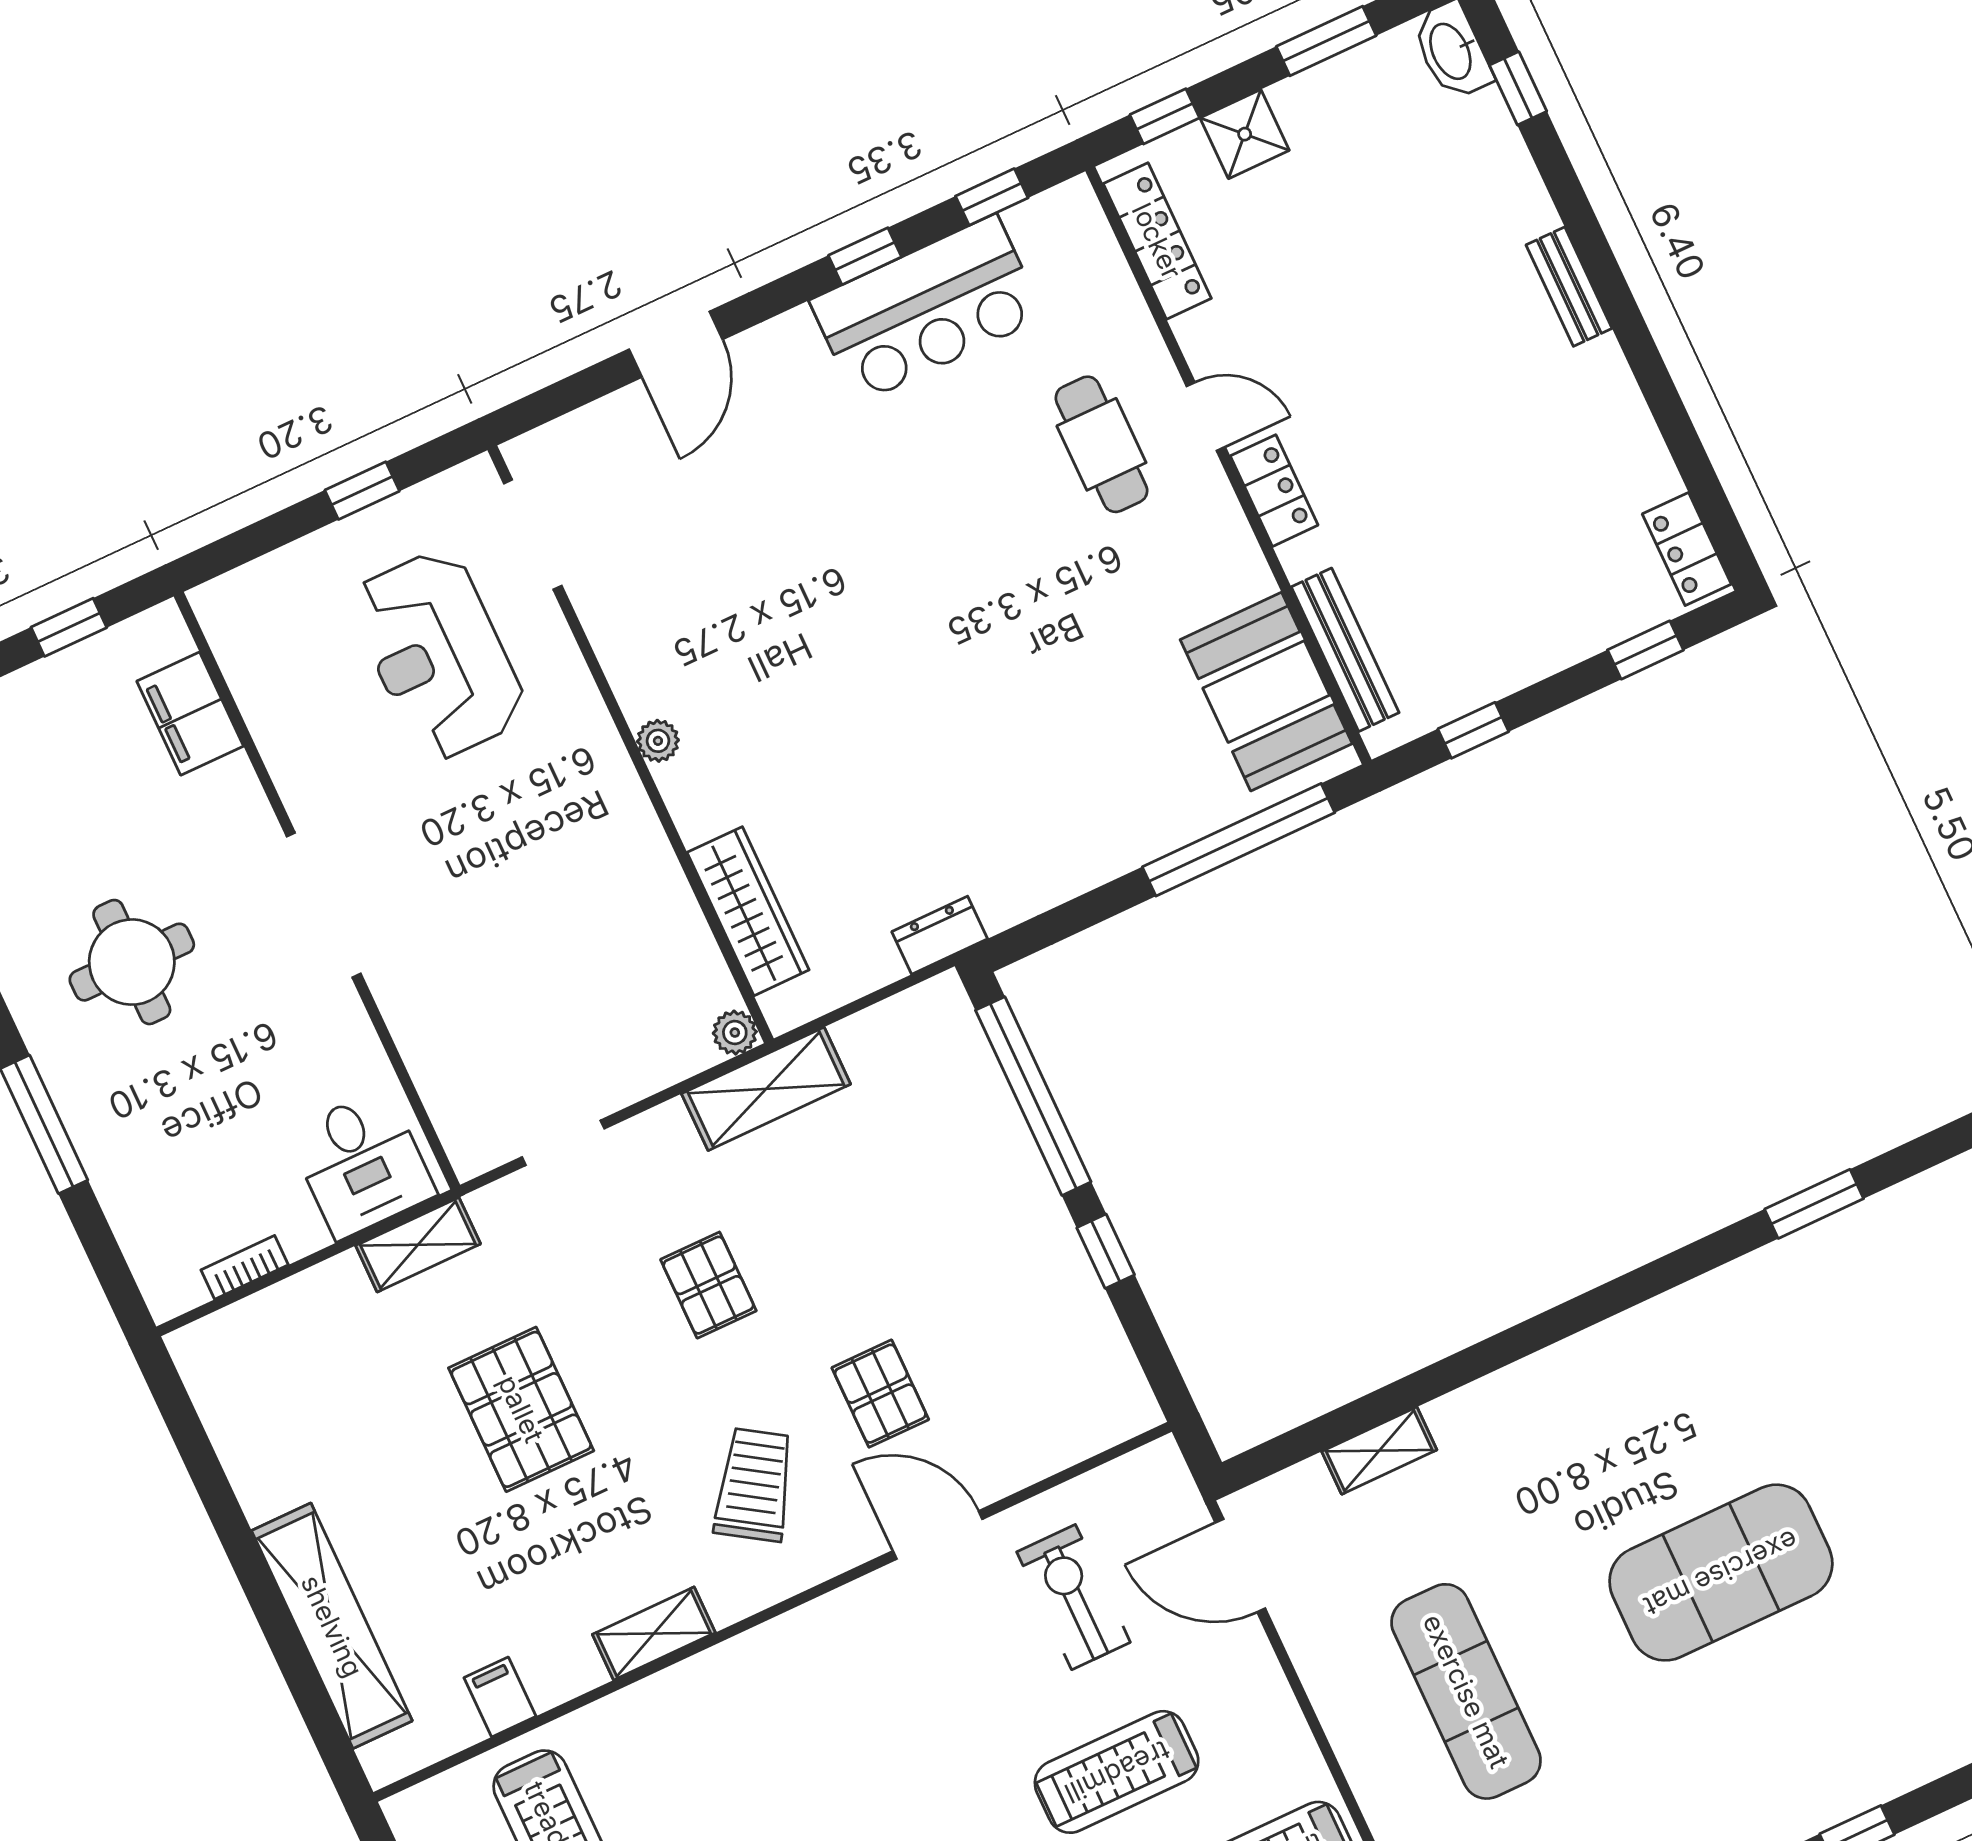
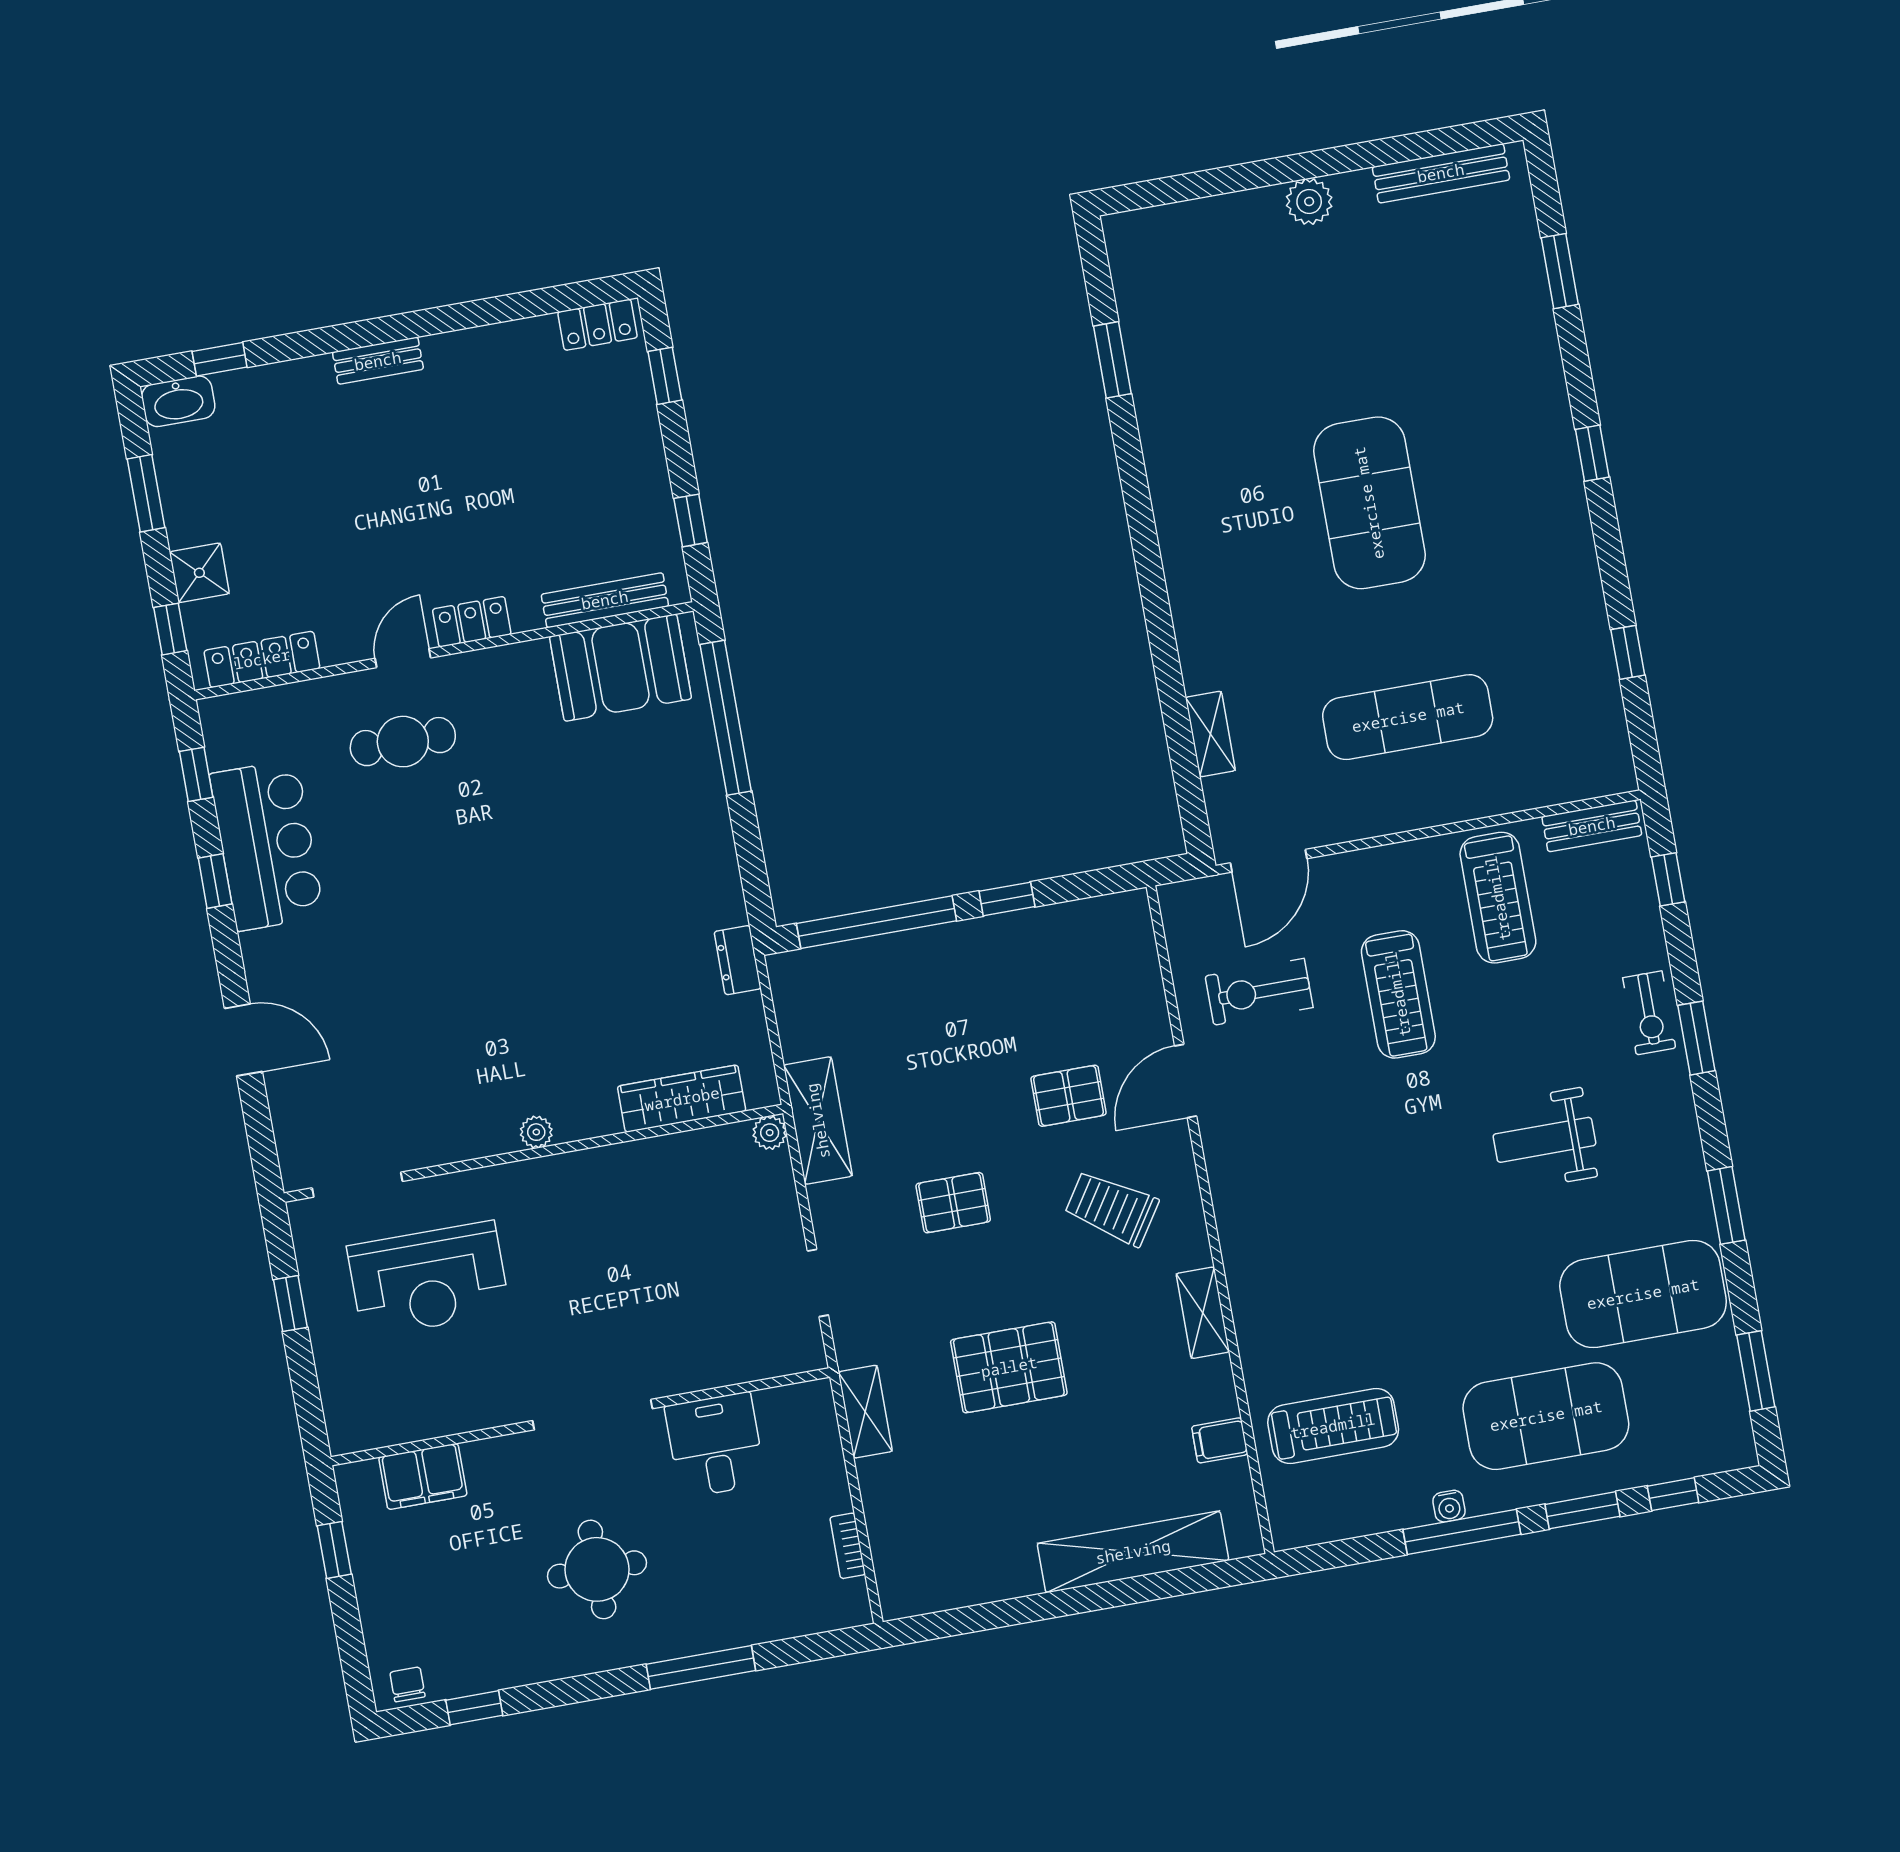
desk: (362, 1163) -> (715, 1445), moved, turned -90

